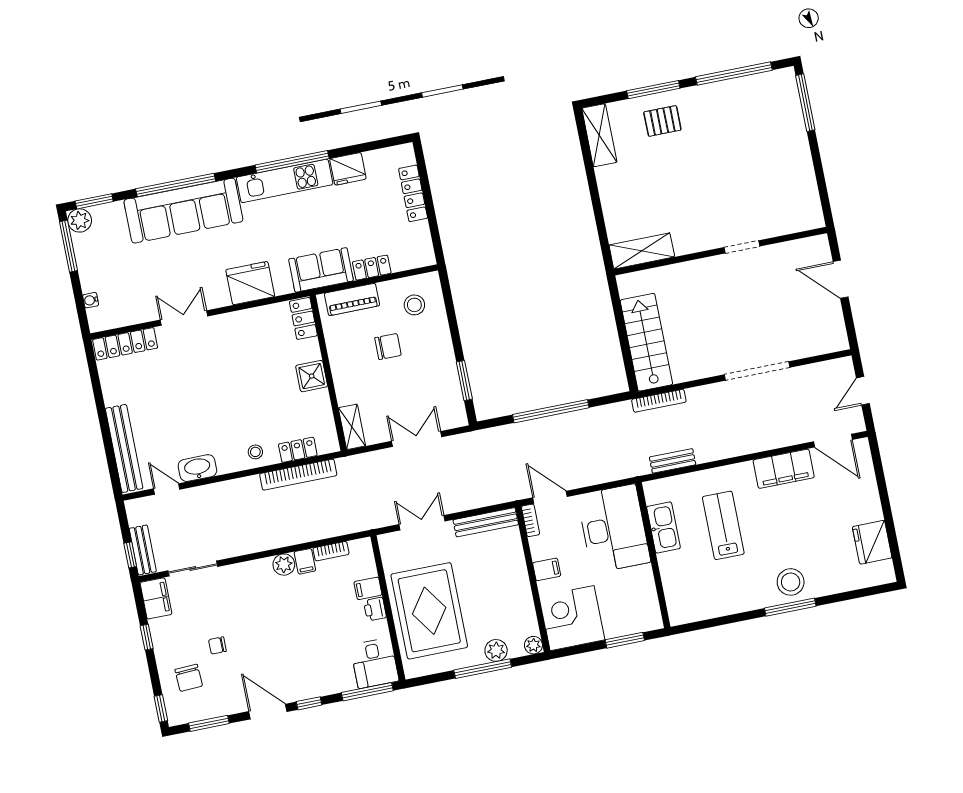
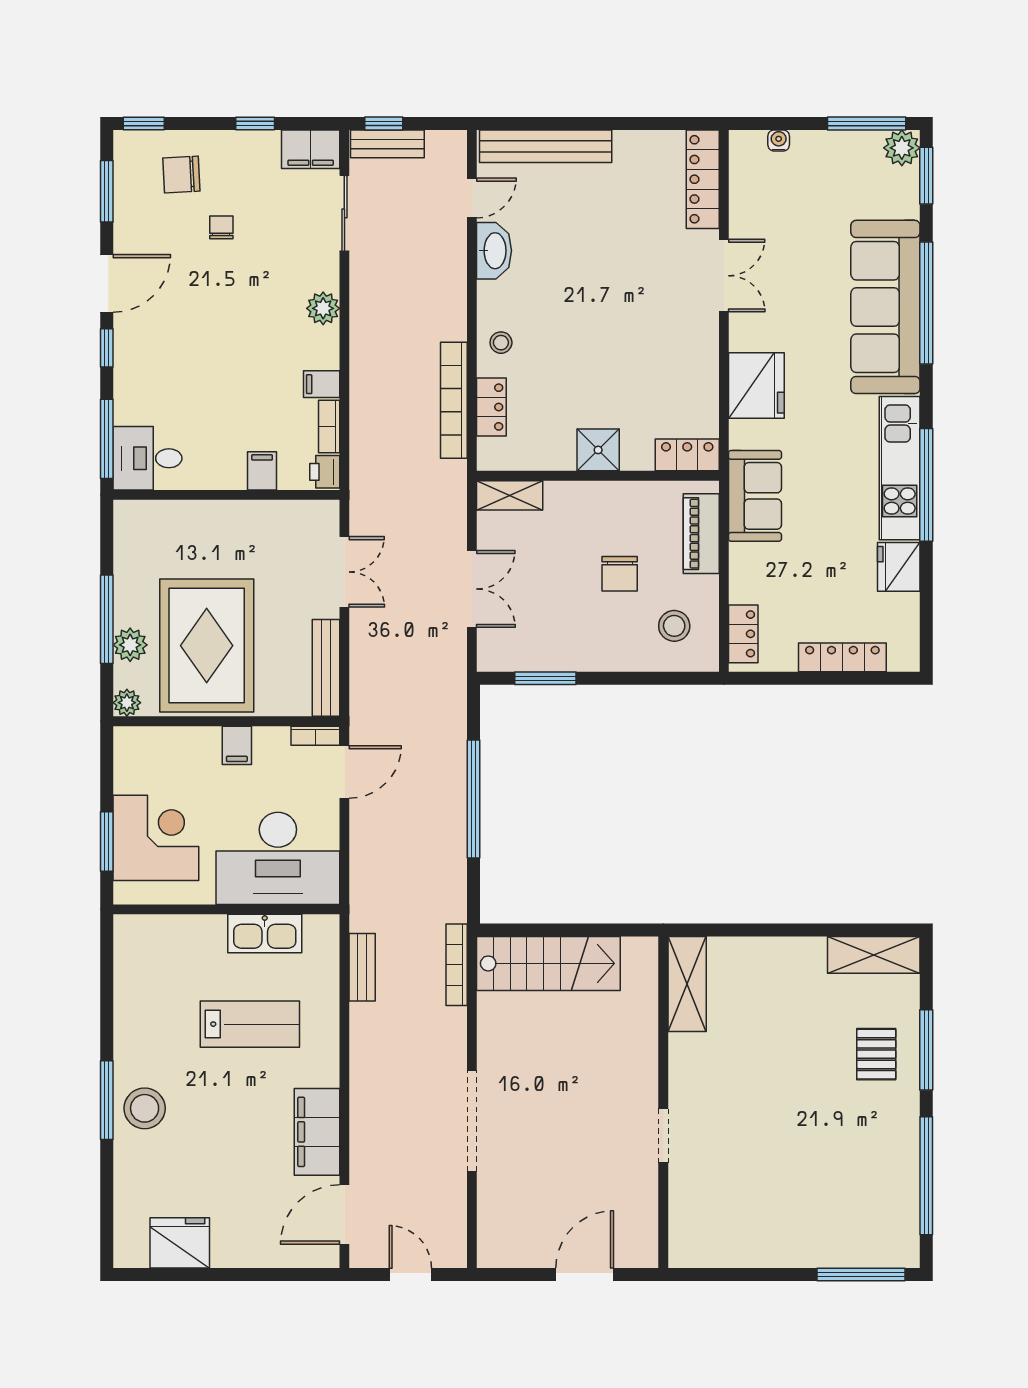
locker: (372, 268) -> (743, 634), moved
plant: (284, 565) -> (323, 308), moved
printer: (375, 609) -> (325, 472), moved, turned -90
rug: (429, 611) -> (207, 646), moved, turned 90
corner desk: (572, 618) -> (156, 838), moved

